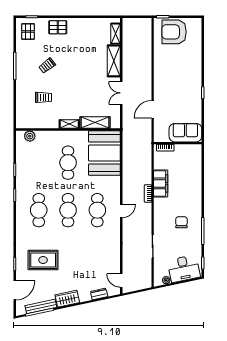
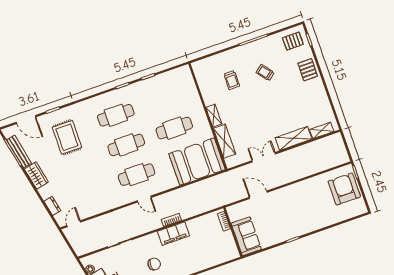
plant: (30, 136) -> (188, 80), removed
filing cabinet: (161, 183) -> (173, 234), moved

